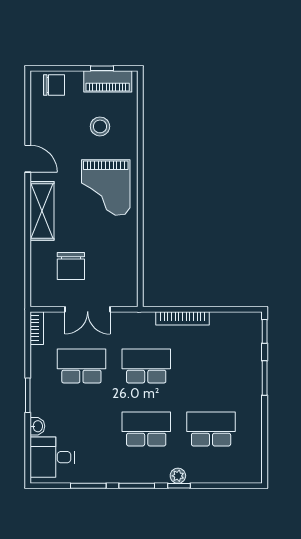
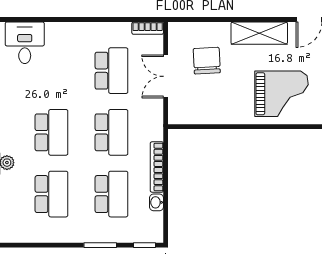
grand piano: (106, 188) -> (282, 94), turned 180
chair: (71, 266) -> (207, 61), turned 87
school desk: (211, 366) -> (111, 194), added
window: (28, 395) -> (84, 20), removed
washbasin: (37, 426) -> (156, 202), moved, turned 90

